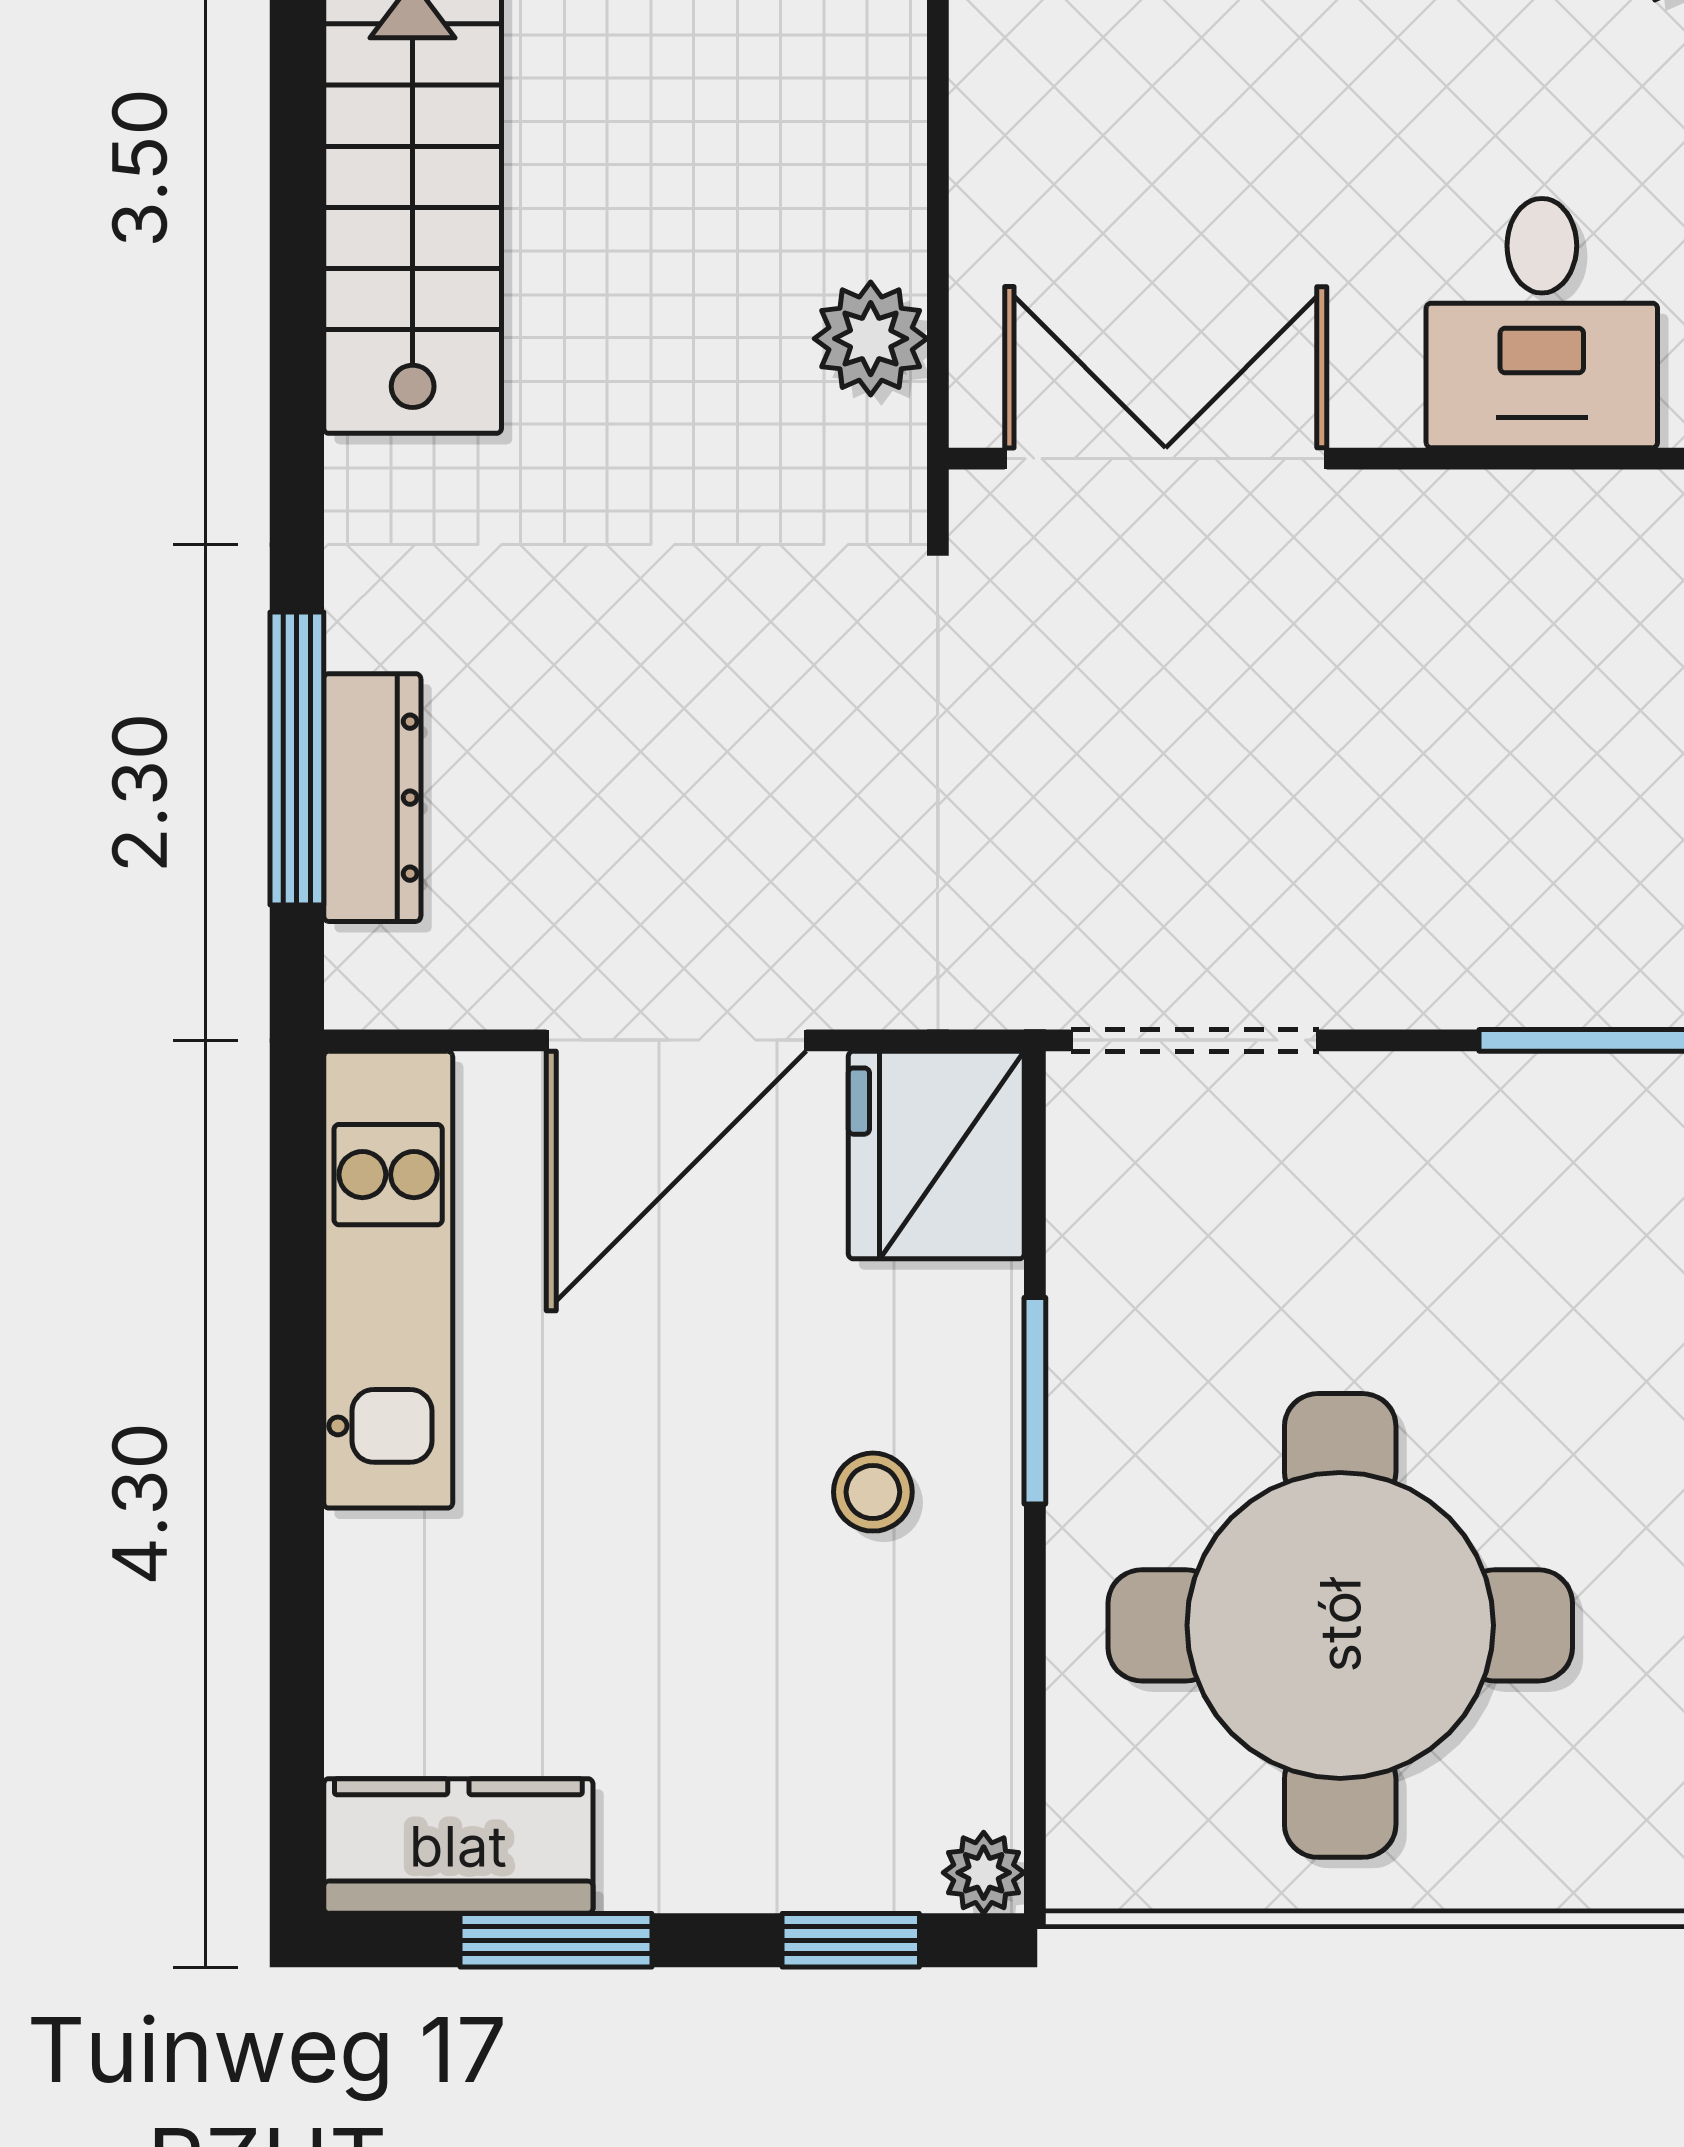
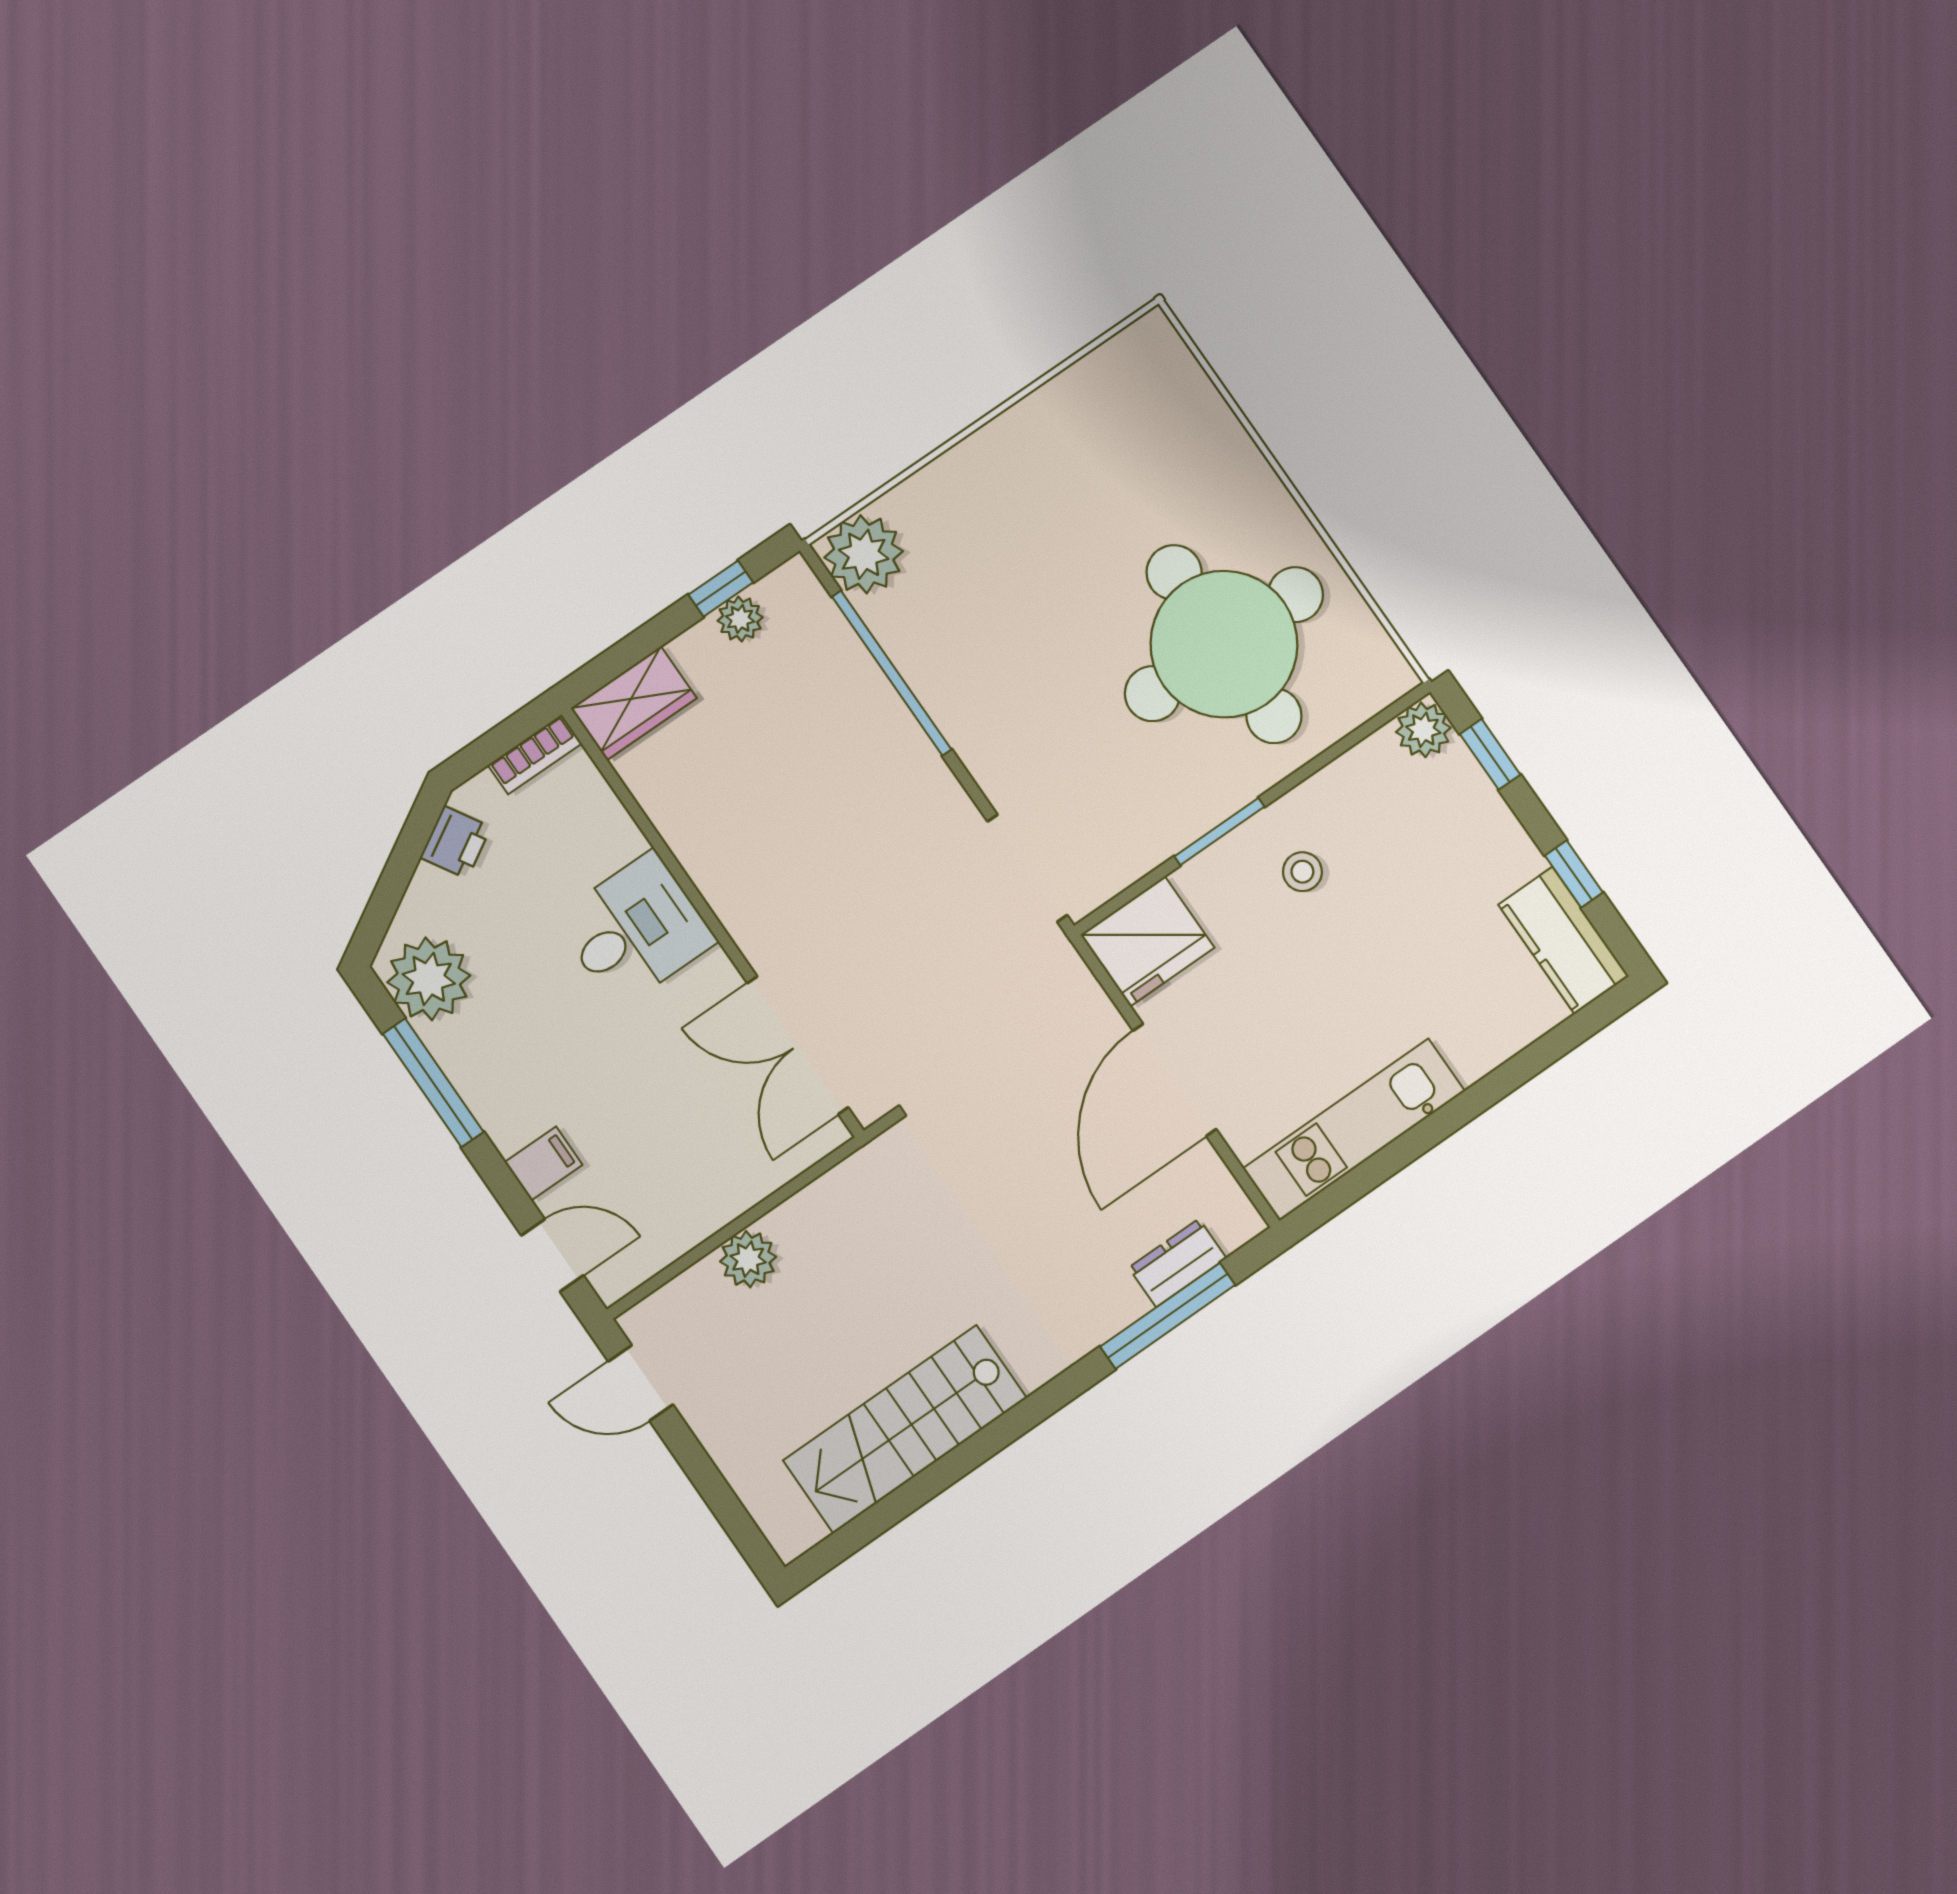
plant: (871, 339) -> (748, 1259), moved
dresser: (372, 798) -> (1178, 1263), width x0.70
door: (676, 1040) -> (1175, 1080), swing flipped
plant: (984, 1873) -> (1423, 730), width x1.38, depth x1.38
window: (556, 1940) -> (1574, 874), width x0.67

